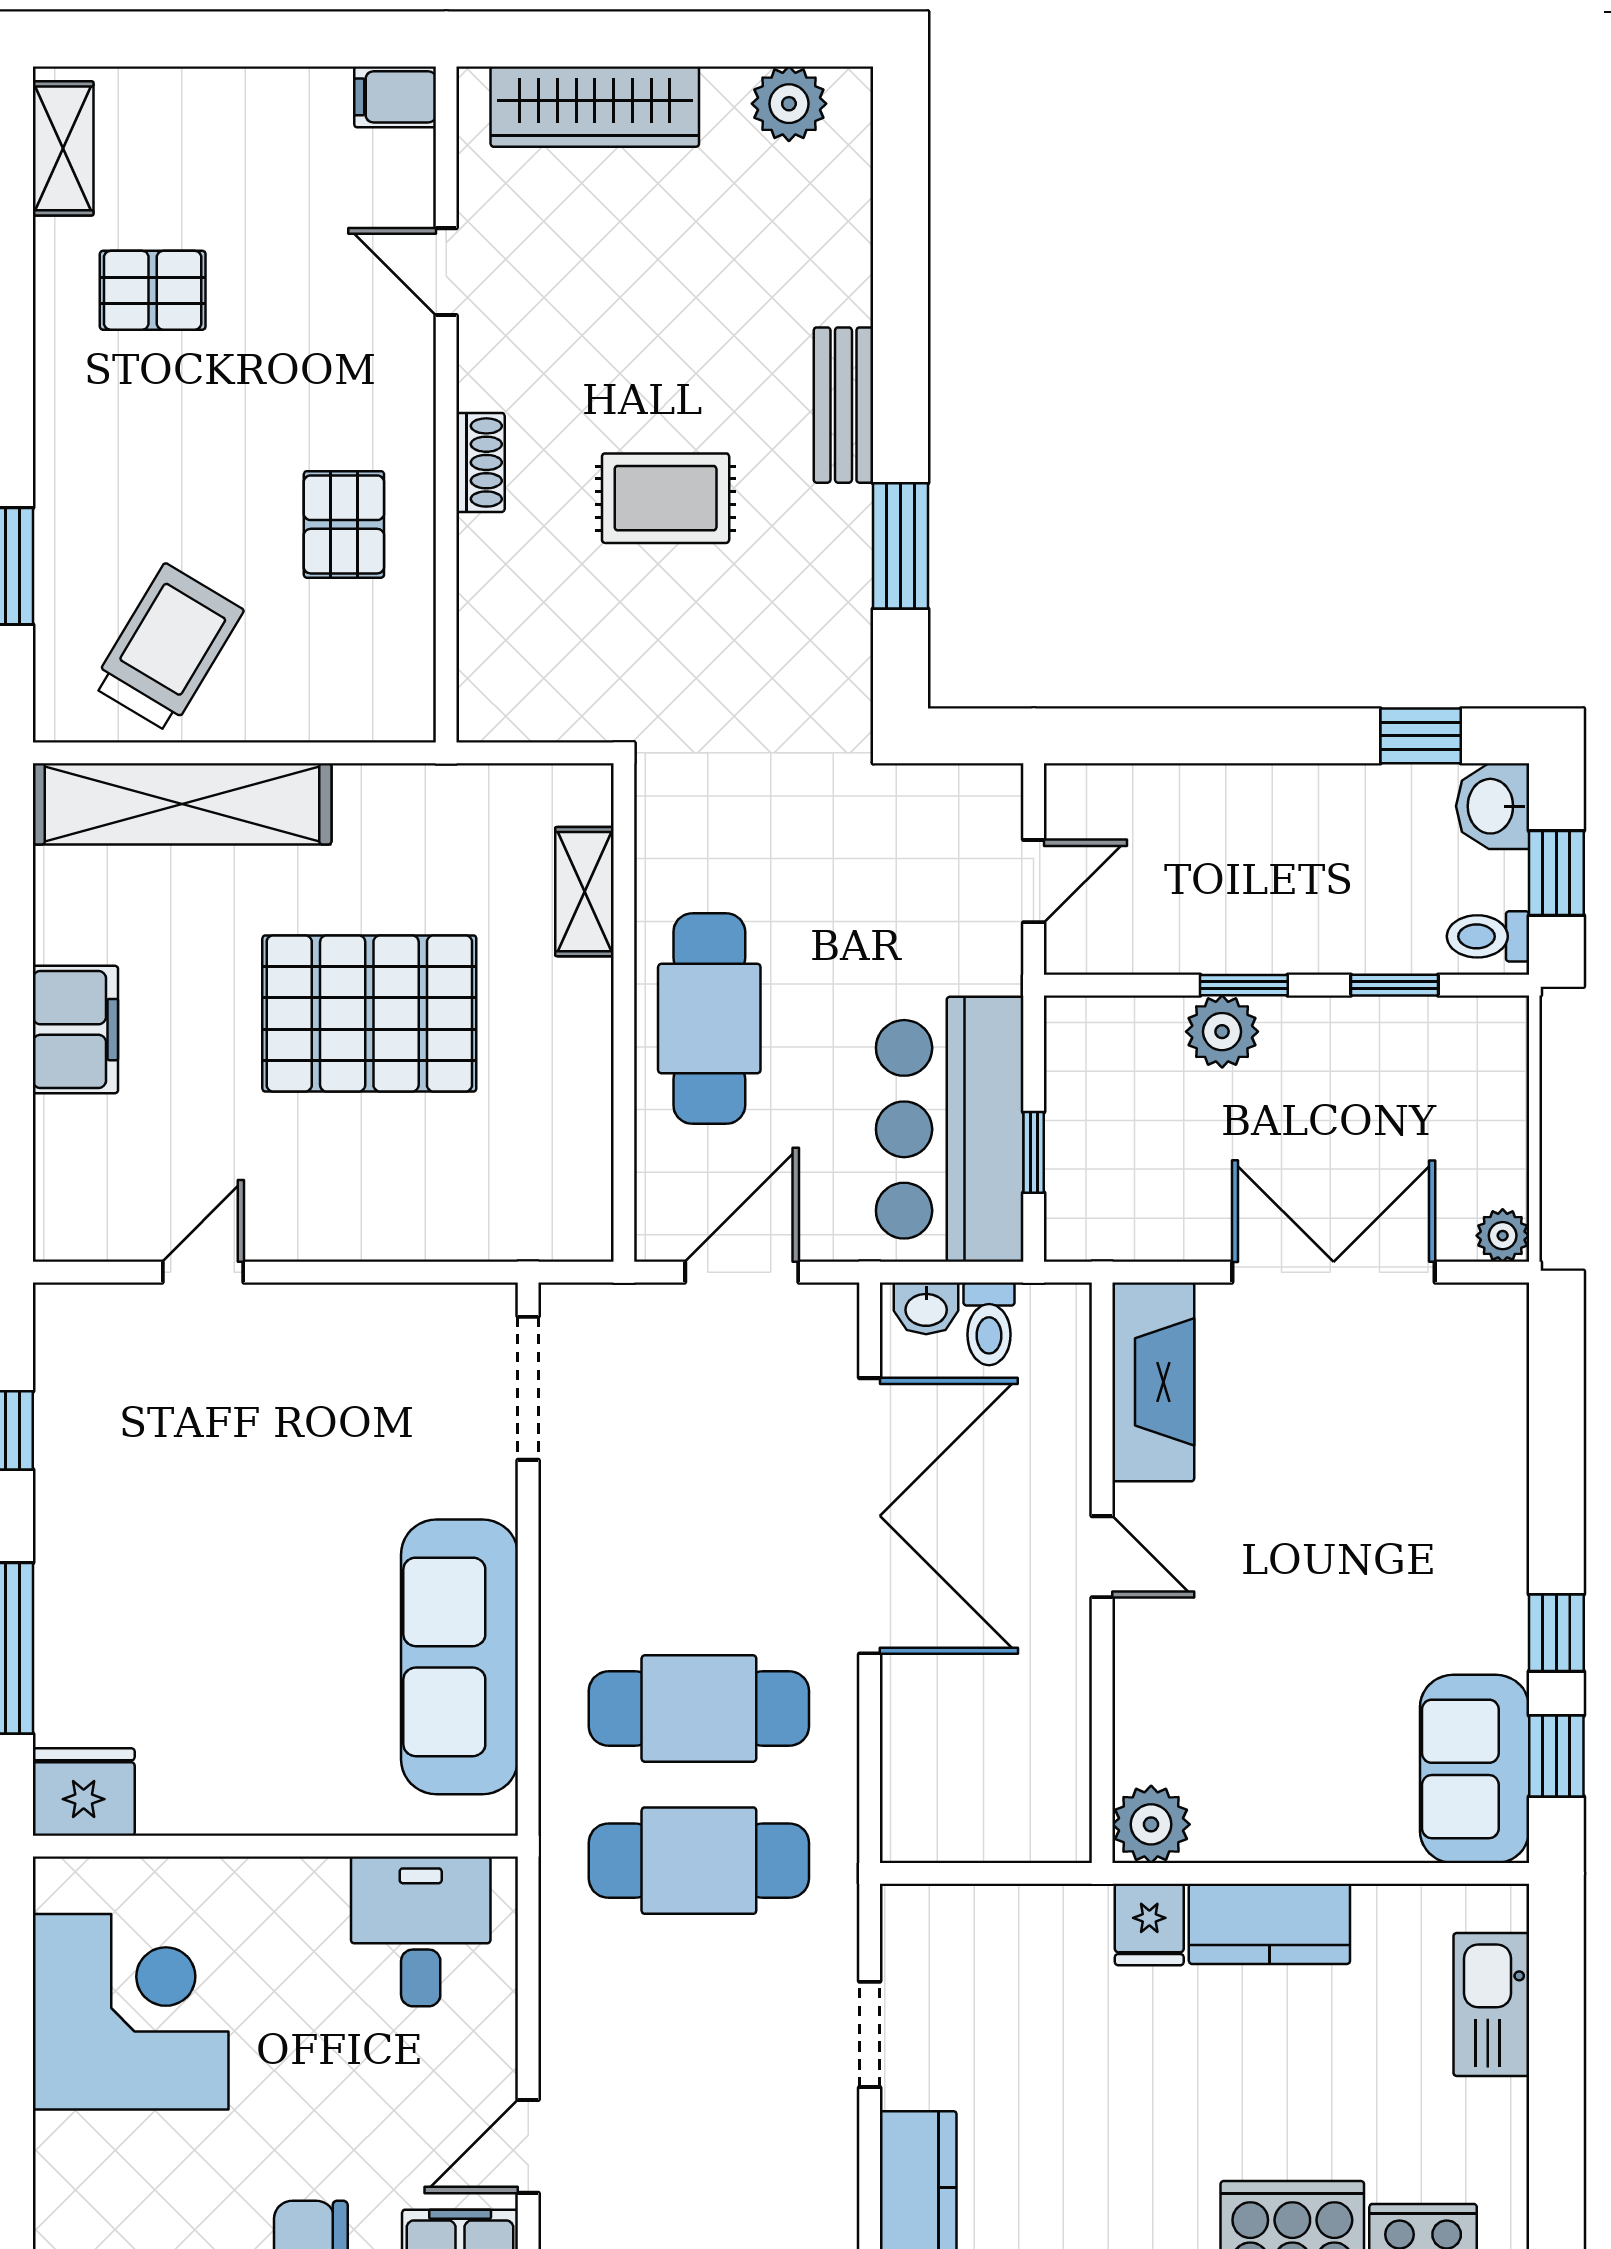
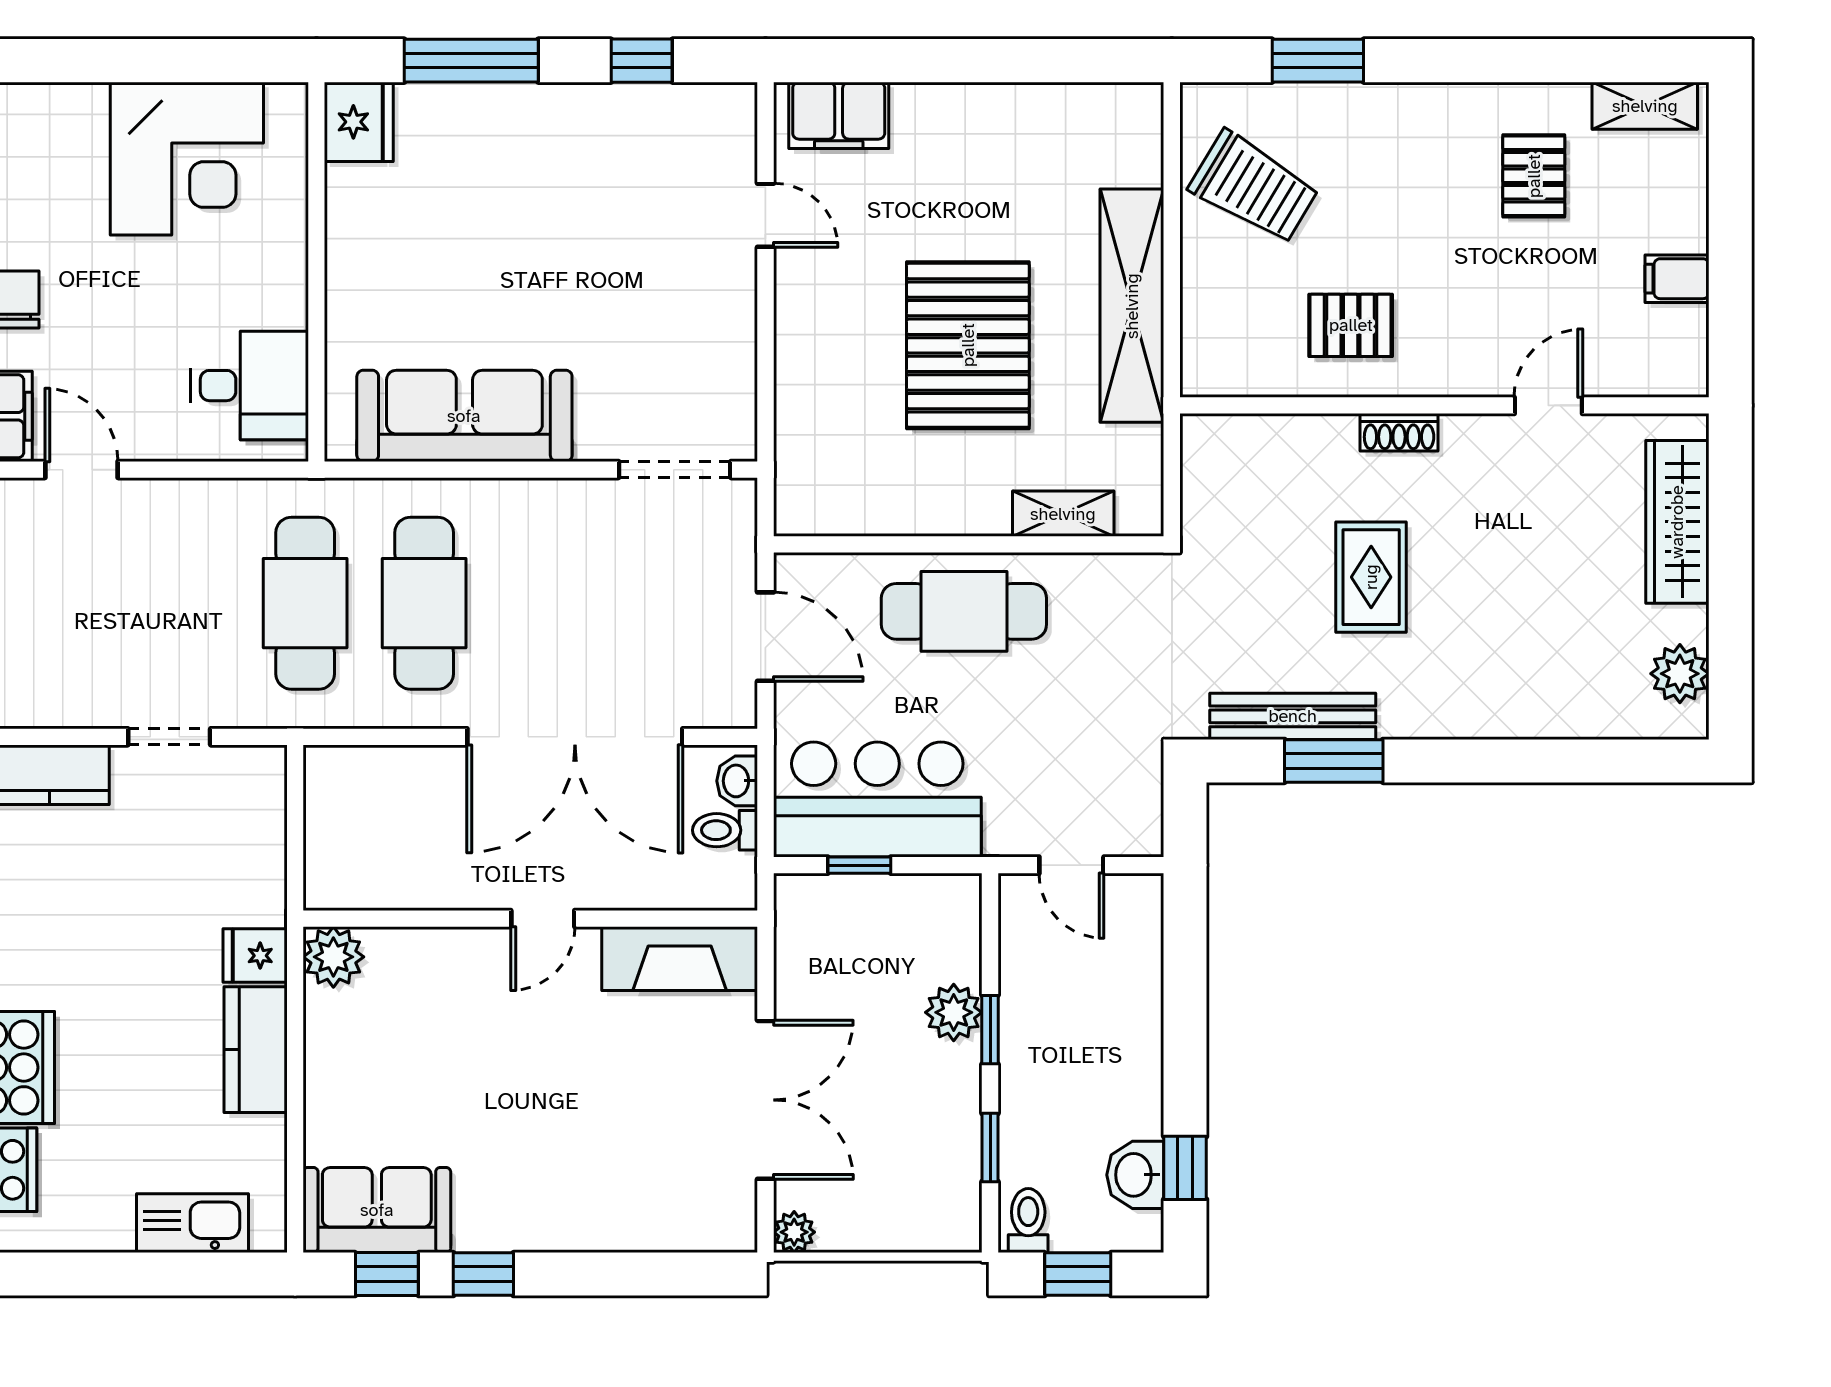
filing cabinet: (395, 97) -> (1677, 279), moved, turned -90
bench: (843, 405) -> (1293, 716), moved, width x1.36
shelving: (182, 804) -> (1132, 306), moved
washbasin: (1493, 806) -> (1135, 1175), moved, turned -90
filing cabinet: (75, 1030) -> (839, 115), moved

